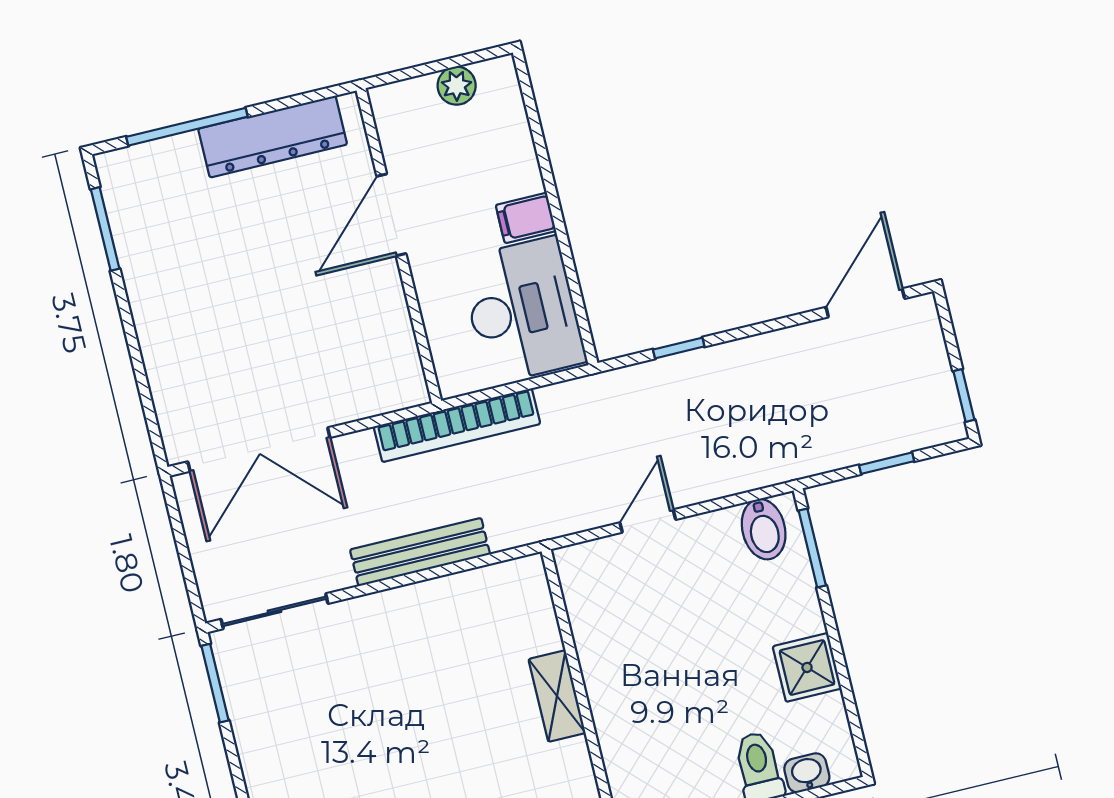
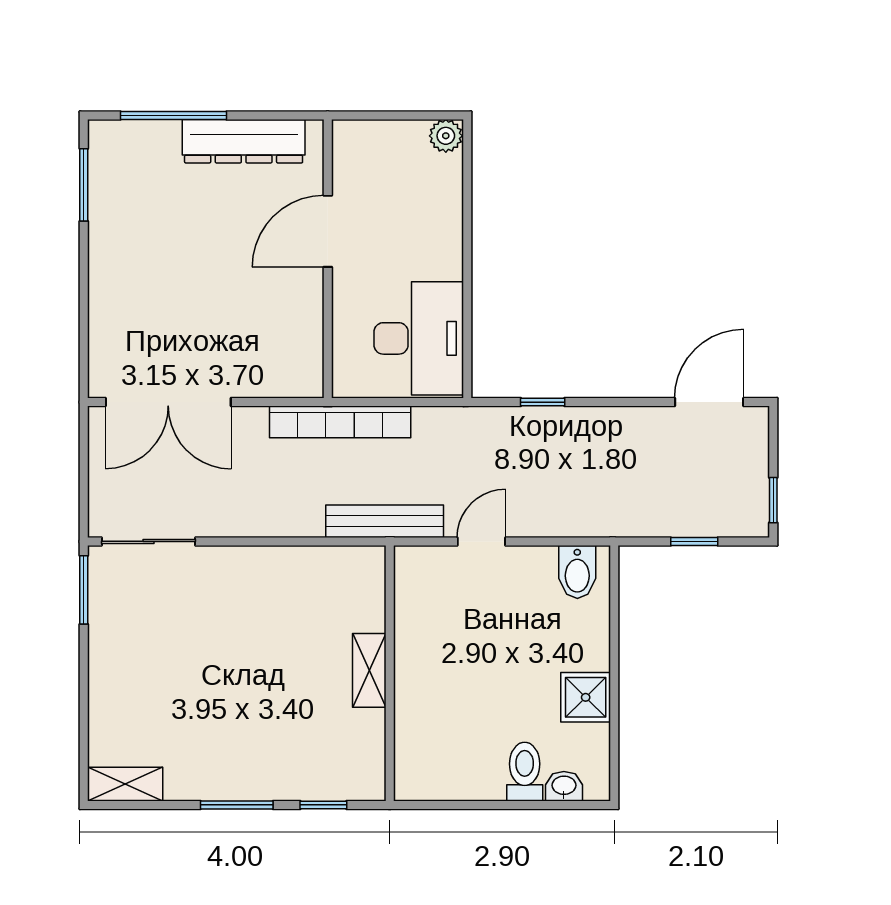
plant: (457, 86) -> (446, 136), moved
filing cabinet: (526, 218) -> (440, 261), removed
window: (812, 548) -> (614, 598), removed
bench: (420, 552) -> (385, 521), moved

